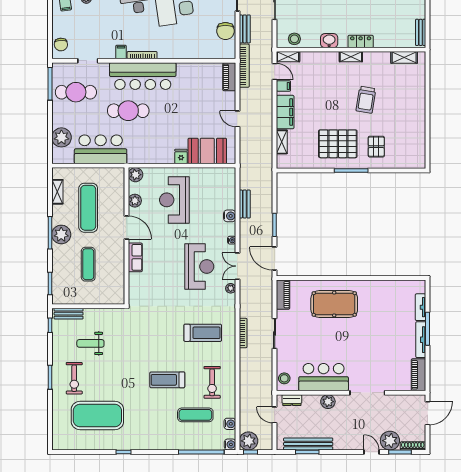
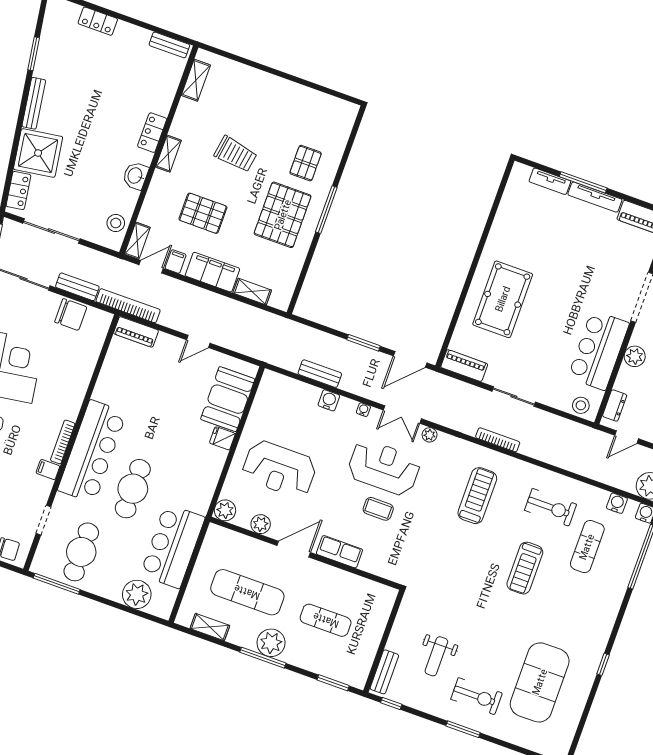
pallet: (321, 92) -> (203, 213), added
pallet: (376, 147) -> (306, 163), turned 90
coffee table: (172, 272) -> (378, 509), added

